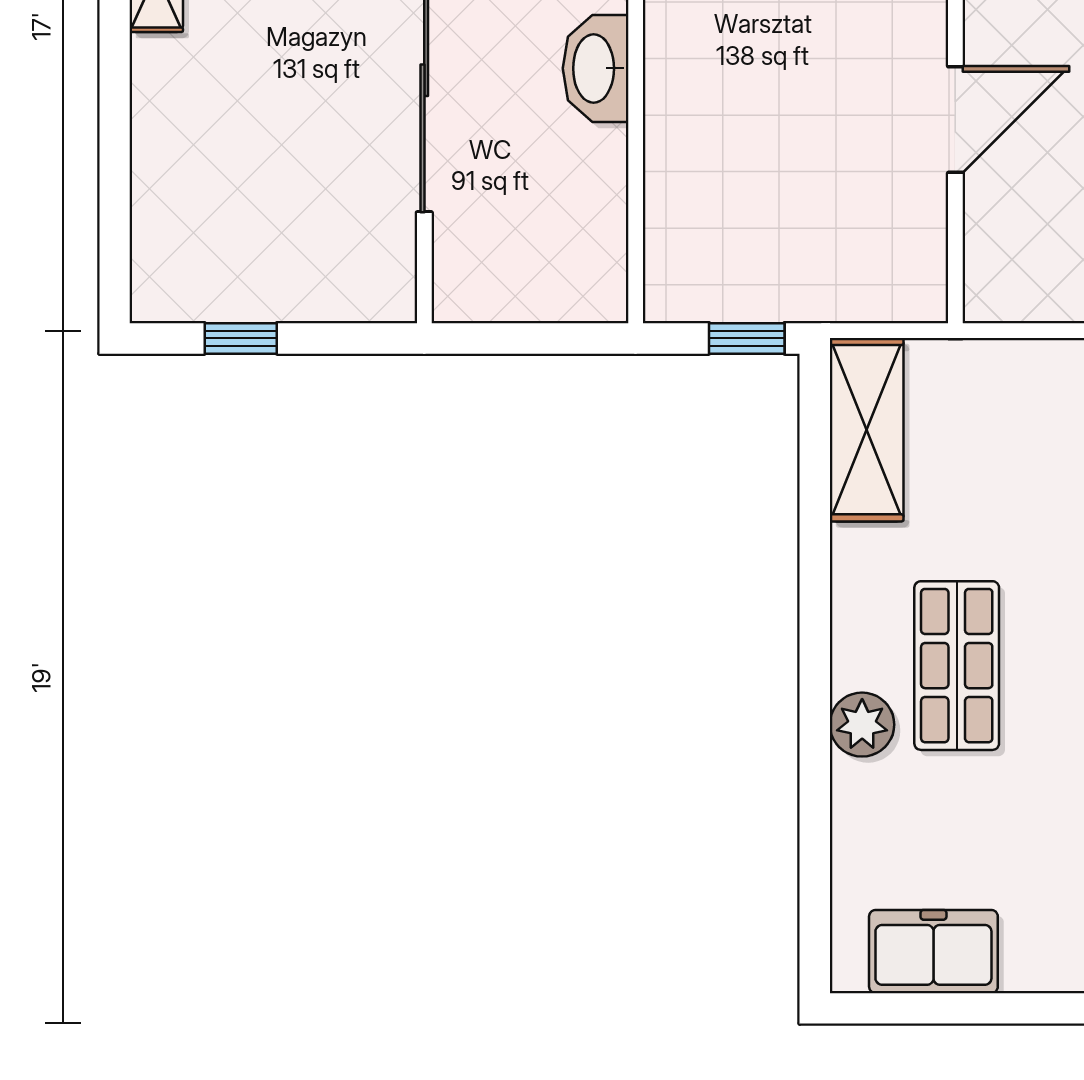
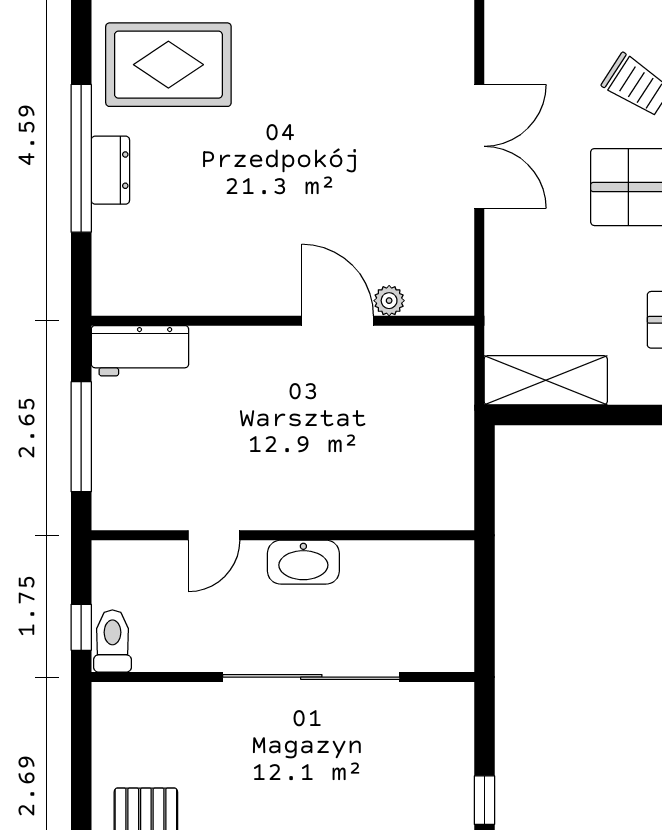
plant: (985, 196) -> (389, 301), added
window: (747, 338) -> (484, 461), removed

